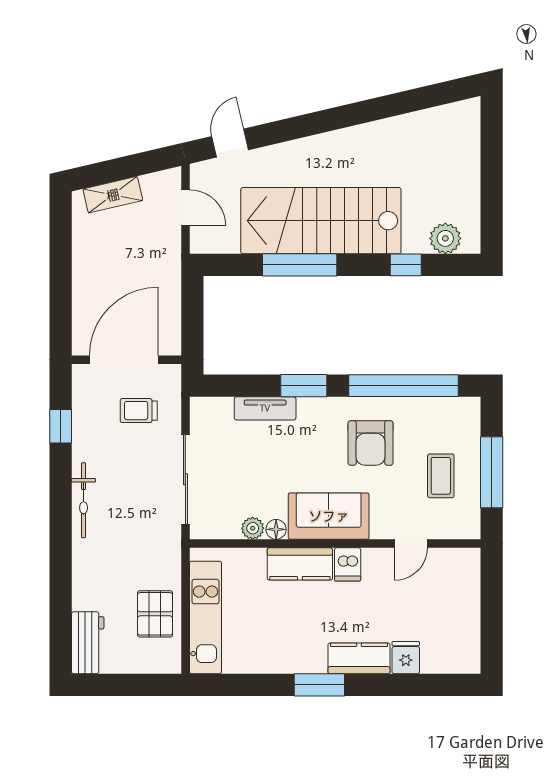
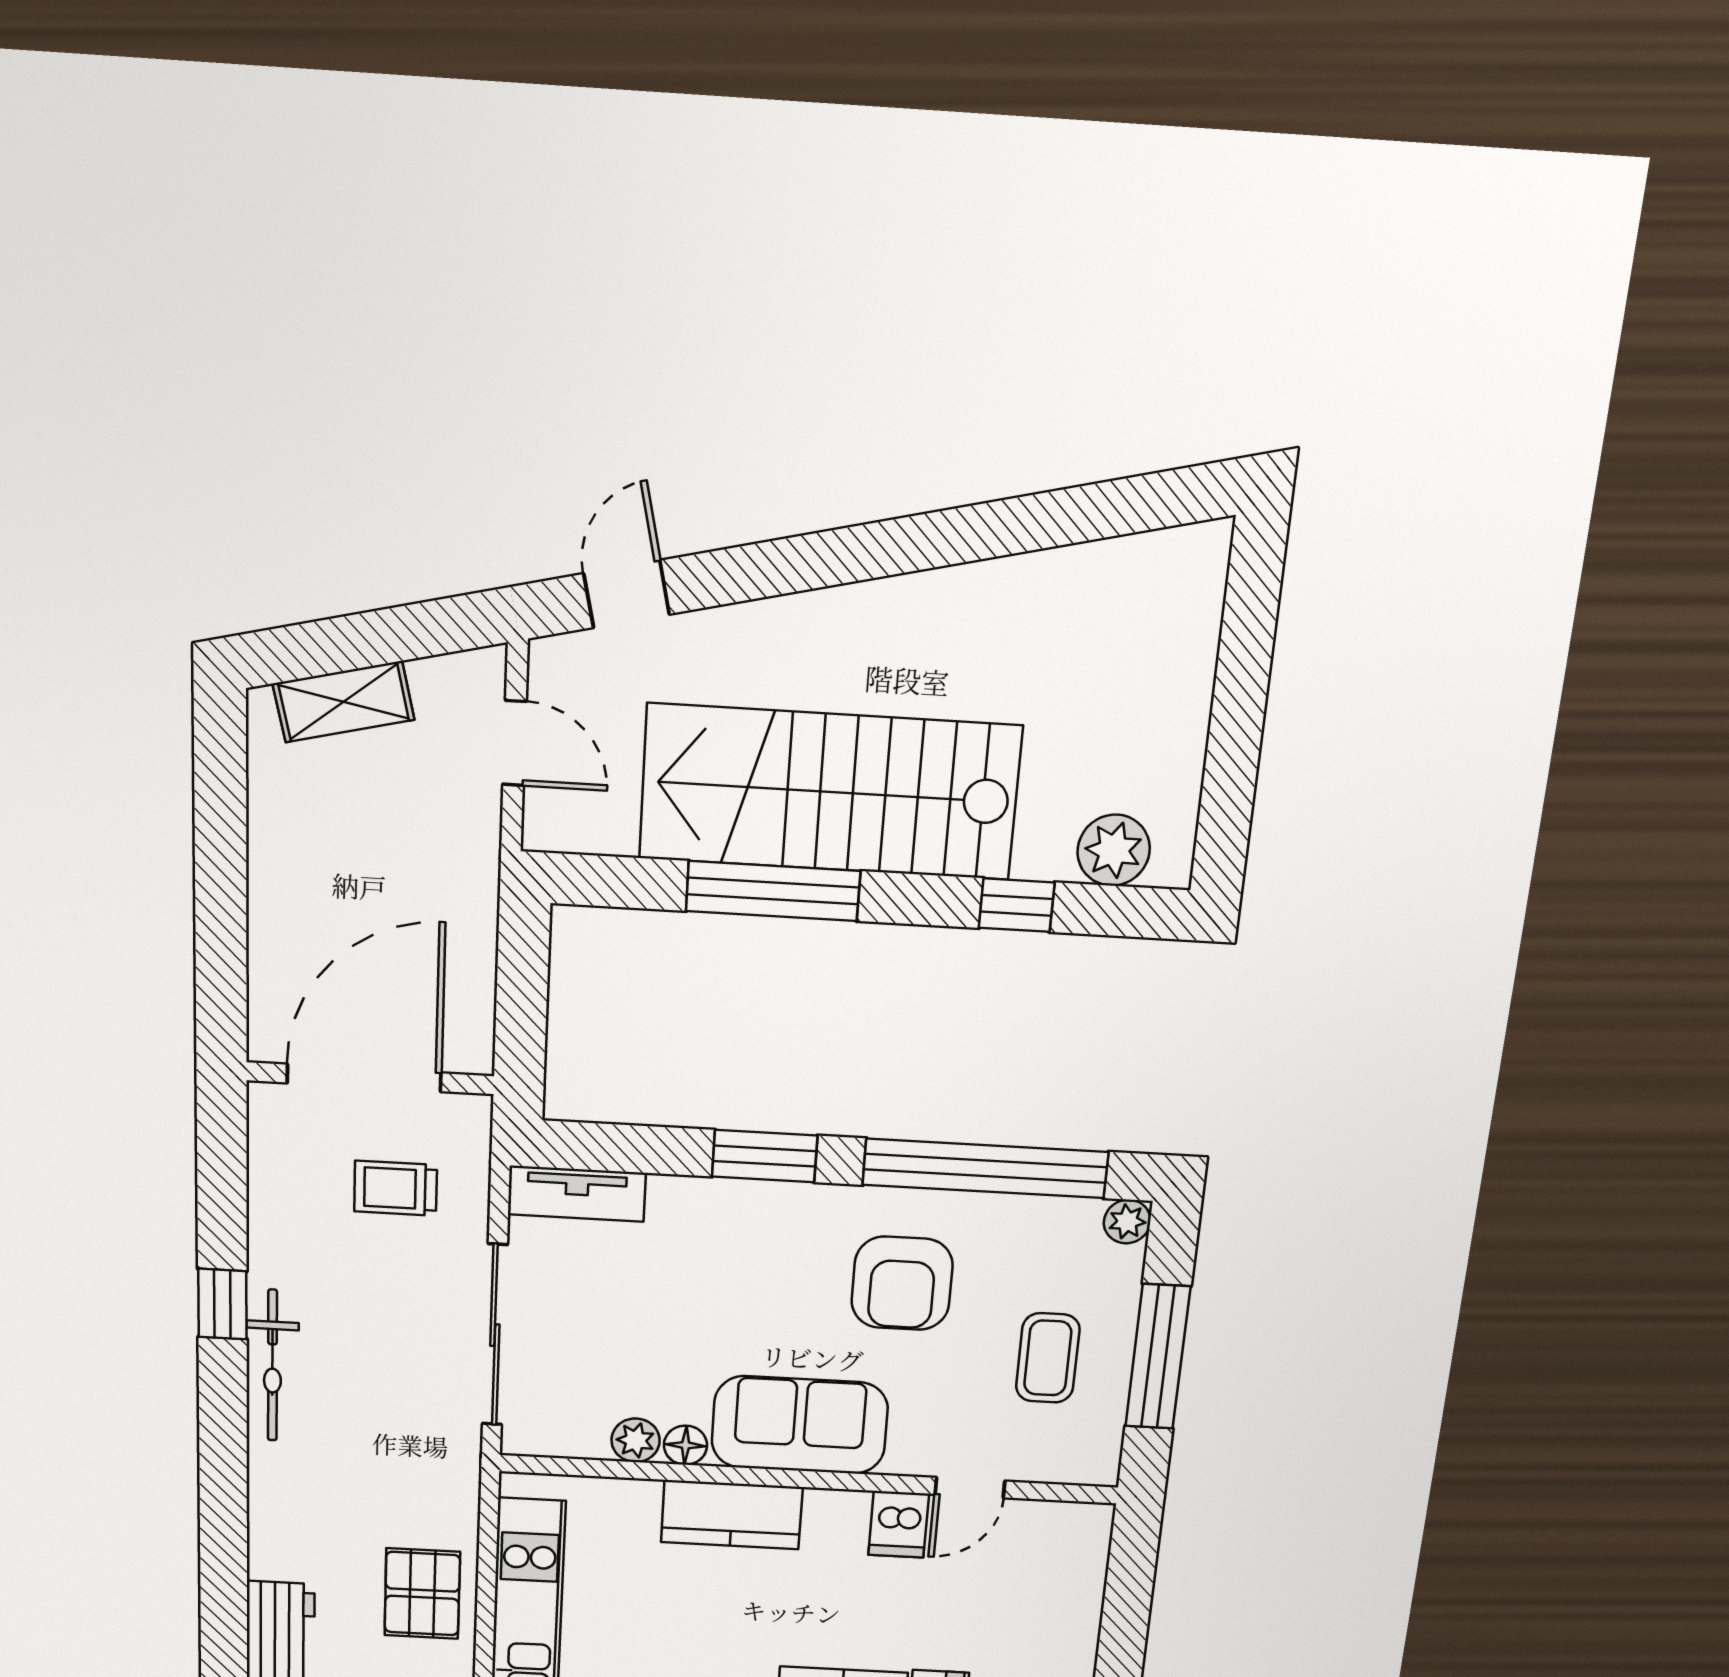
plant: (470, 407) -> (1127, 1222), added
tv unit: (265, 408) -> (577, 1194), moved
window: (61, 426) -> (222, 1304), moved
dishwasher: (348, 564) -> (899, 1524), moved

